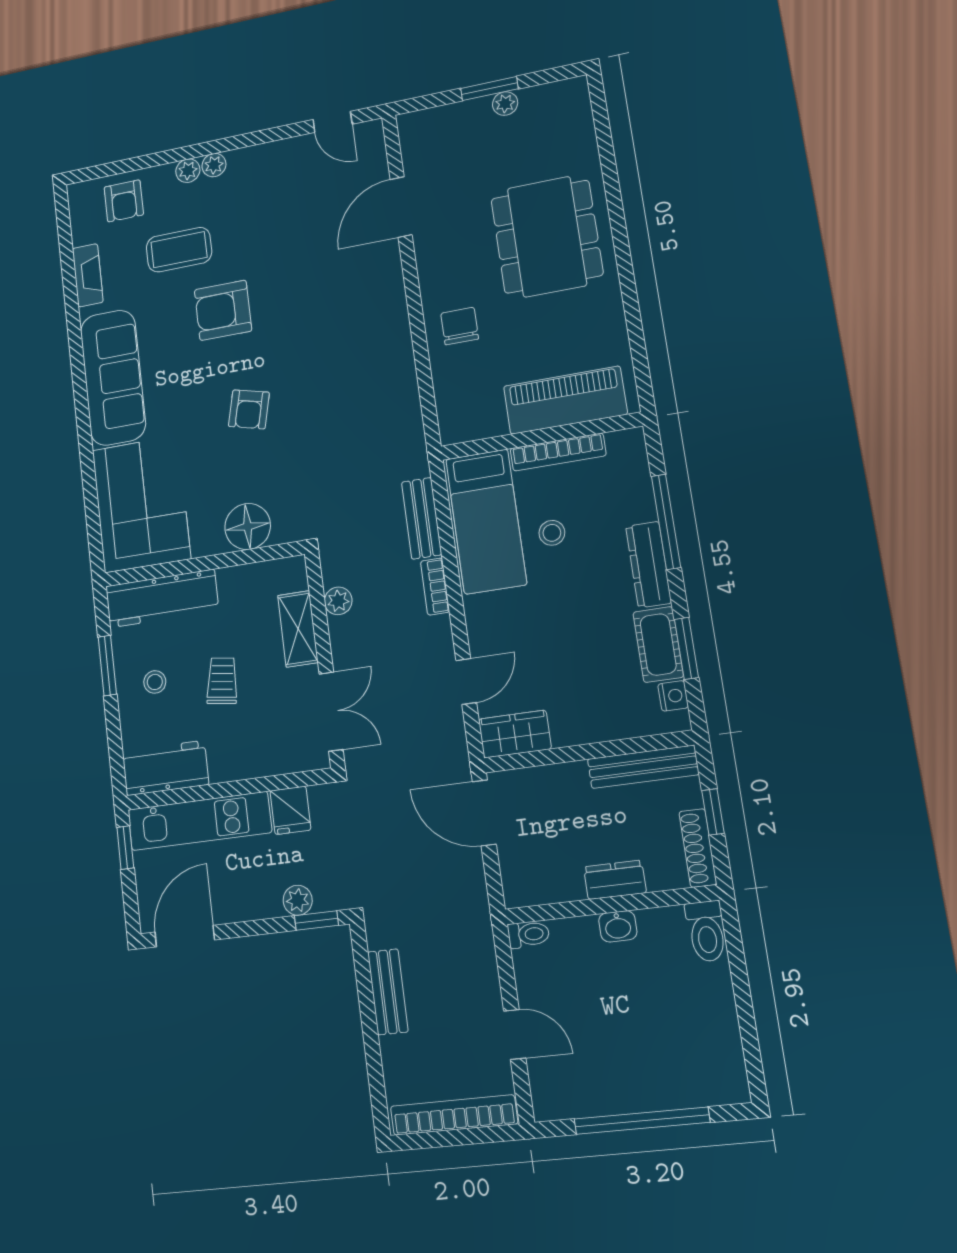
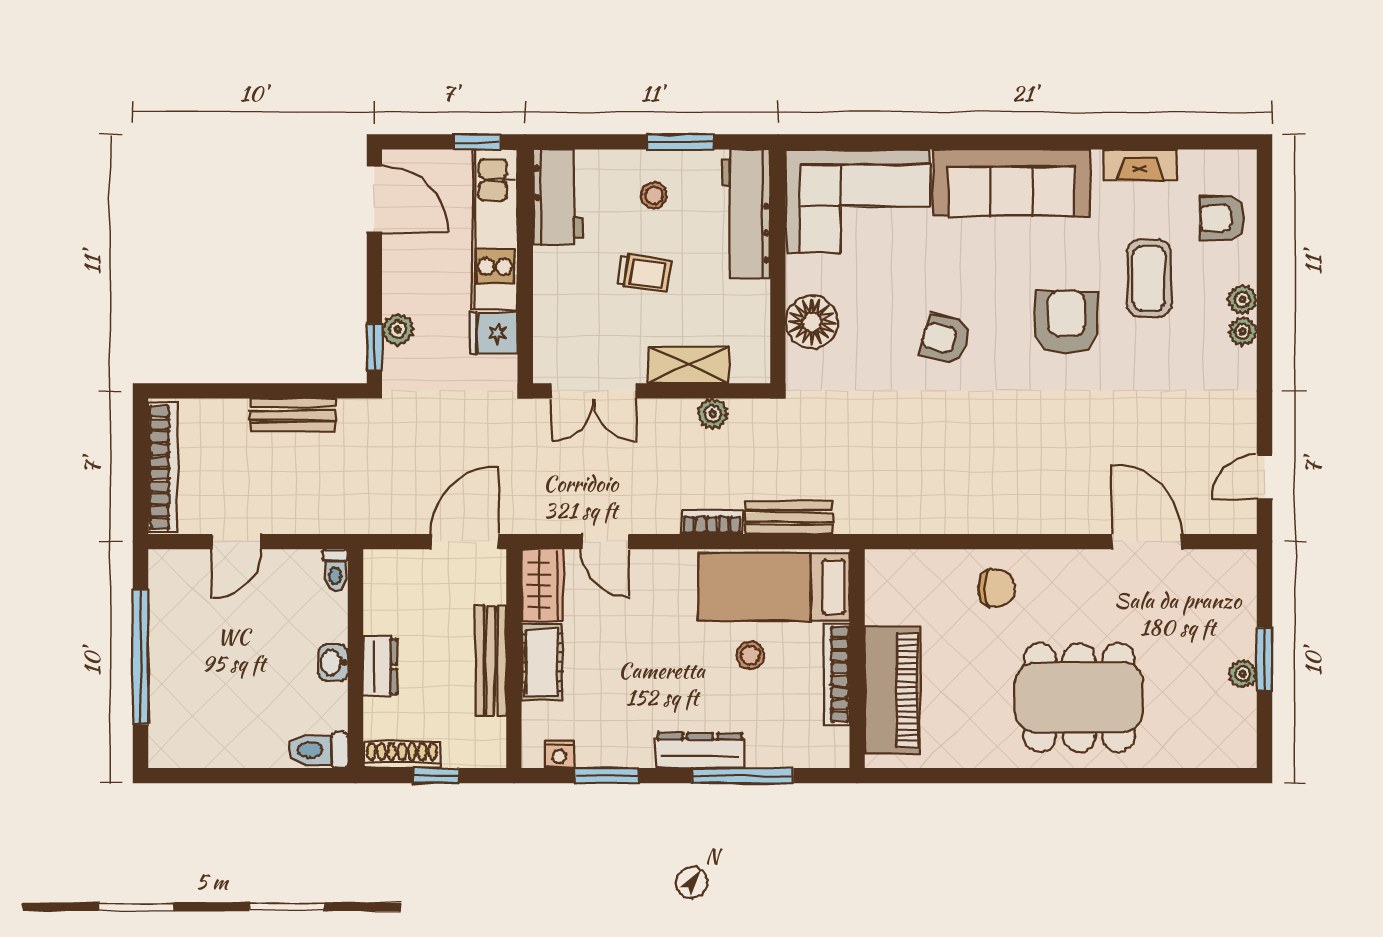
cot: (658, 645) -> (542, 662), moved, turned 90
bench: (643, 767) -> (491, 661), moved

